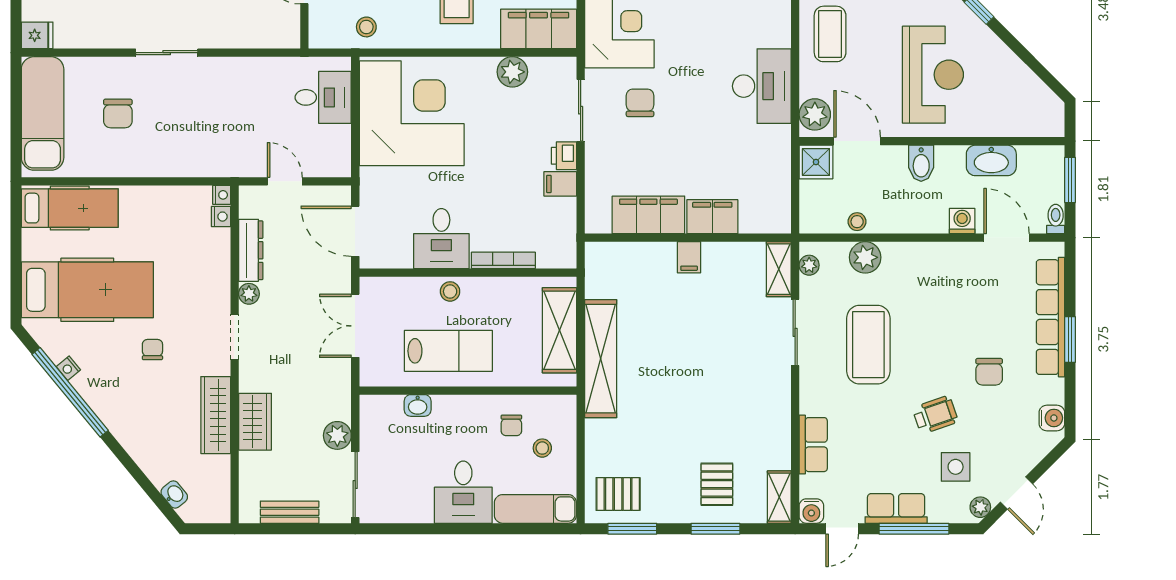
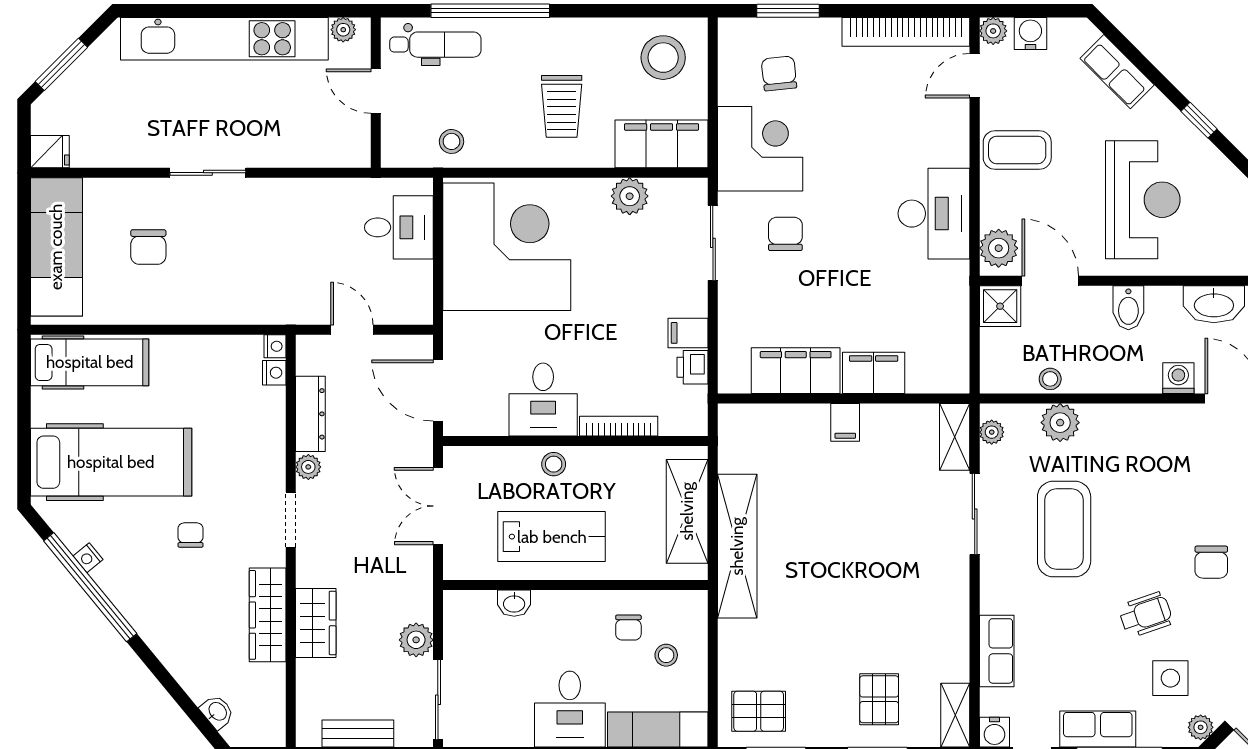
coffee table: (830, 34) -> (1017, 150), turned 90
printer: (564, 156) -> (693, 367), moved

